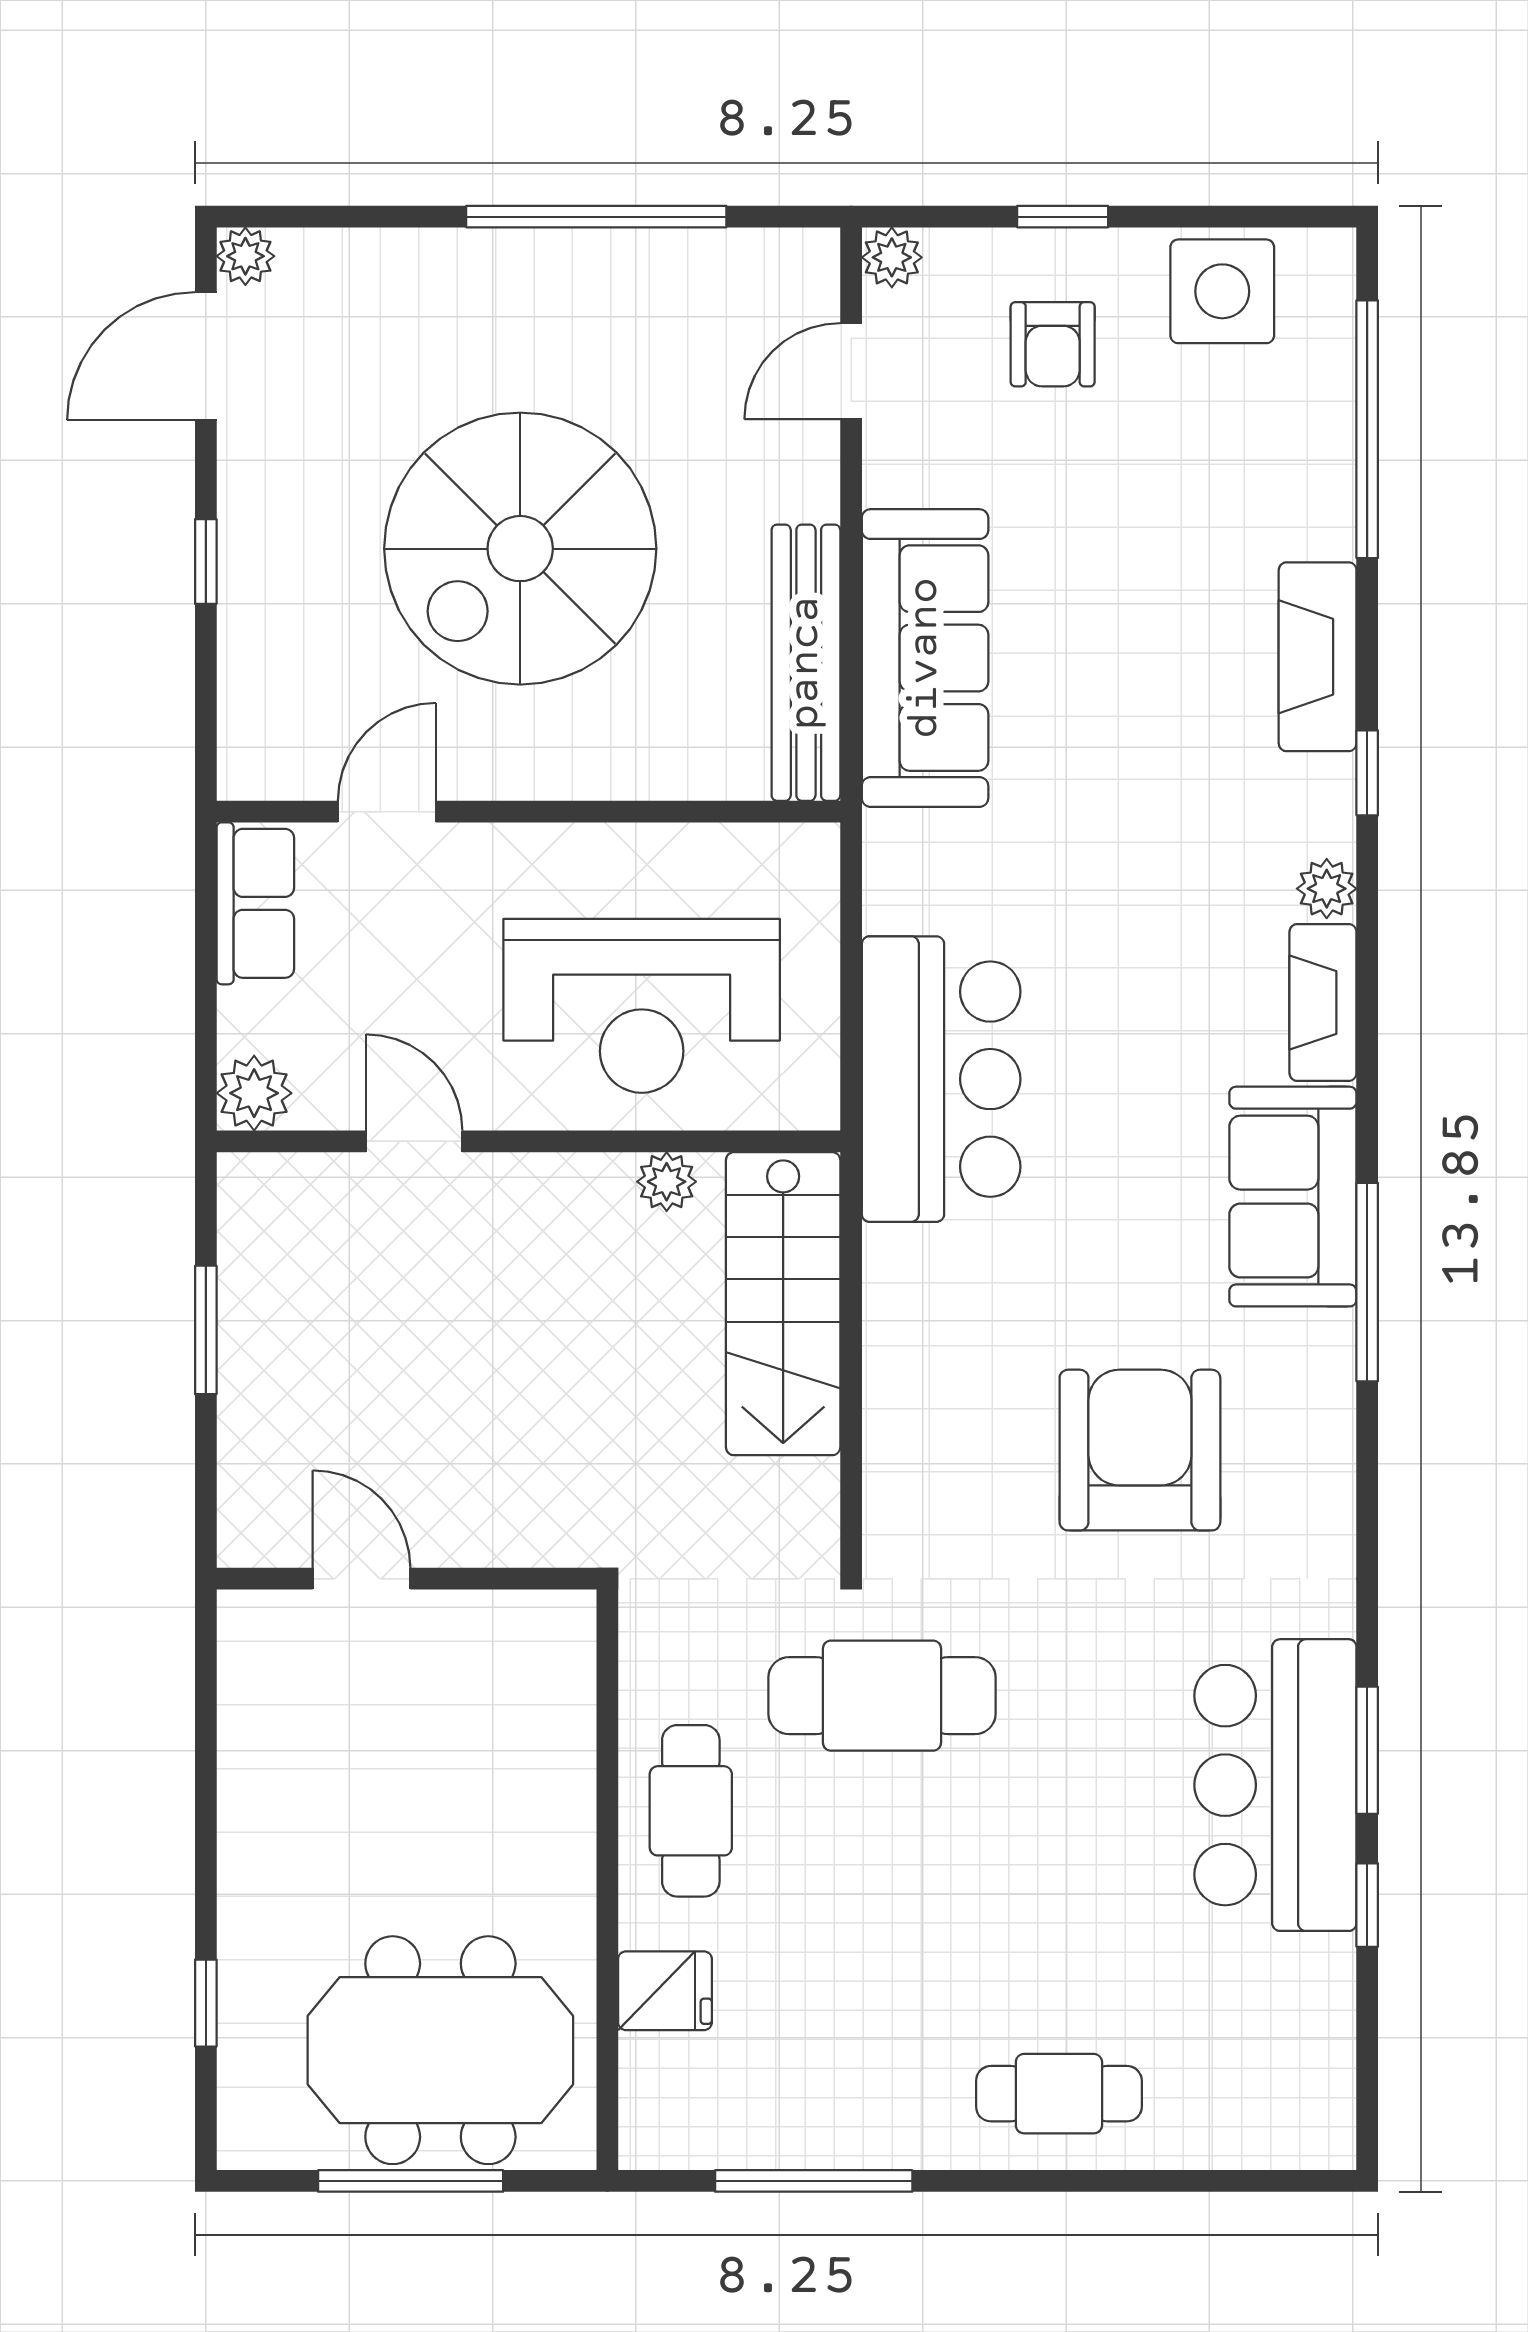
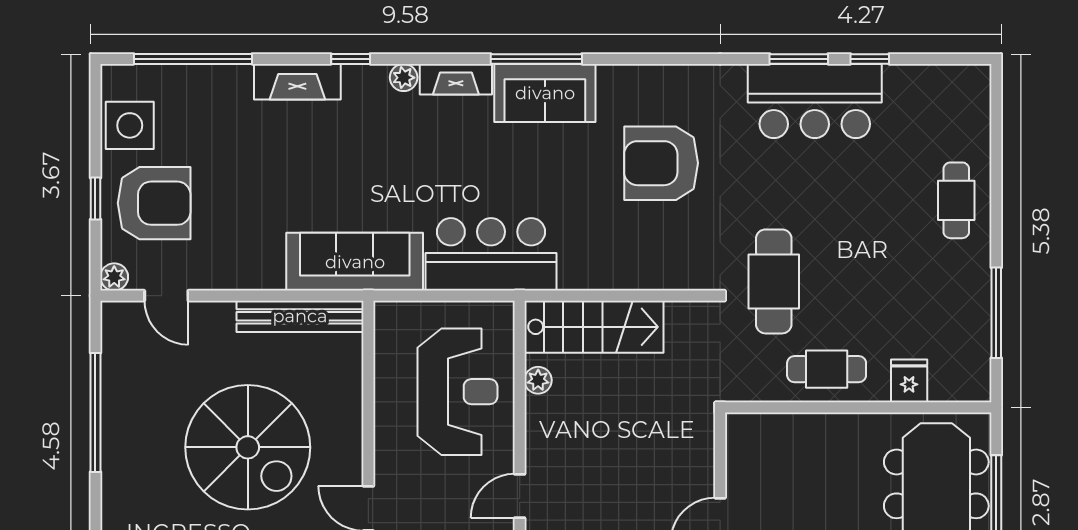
armchair: (1053, 344) -> (154, 203), width x1.88, depth x1.88
sofa: (925, 658) -> (355, 262), moved
window: (1367, 1282) -> (536, 59), moved

